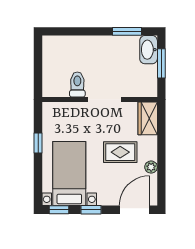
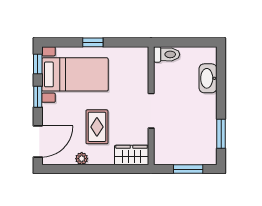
washbasin: (149, 50) -> (208, 78), moved, turned -90
toilet: (77, 84) -> (167, 54), moved
window: (38, 143) -> (93, 42), moved
door: (134, 210) -> (38, 141), hinge flipped

